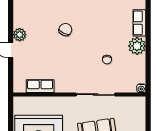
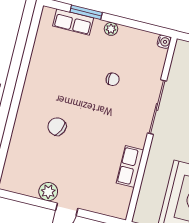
window: (148, 30) -> (86, 12), added
plant: (137, 46) -> (111, 29), width x0.53, depth x0.53
row of seats: (40, 86) -> (130, 166), moved

